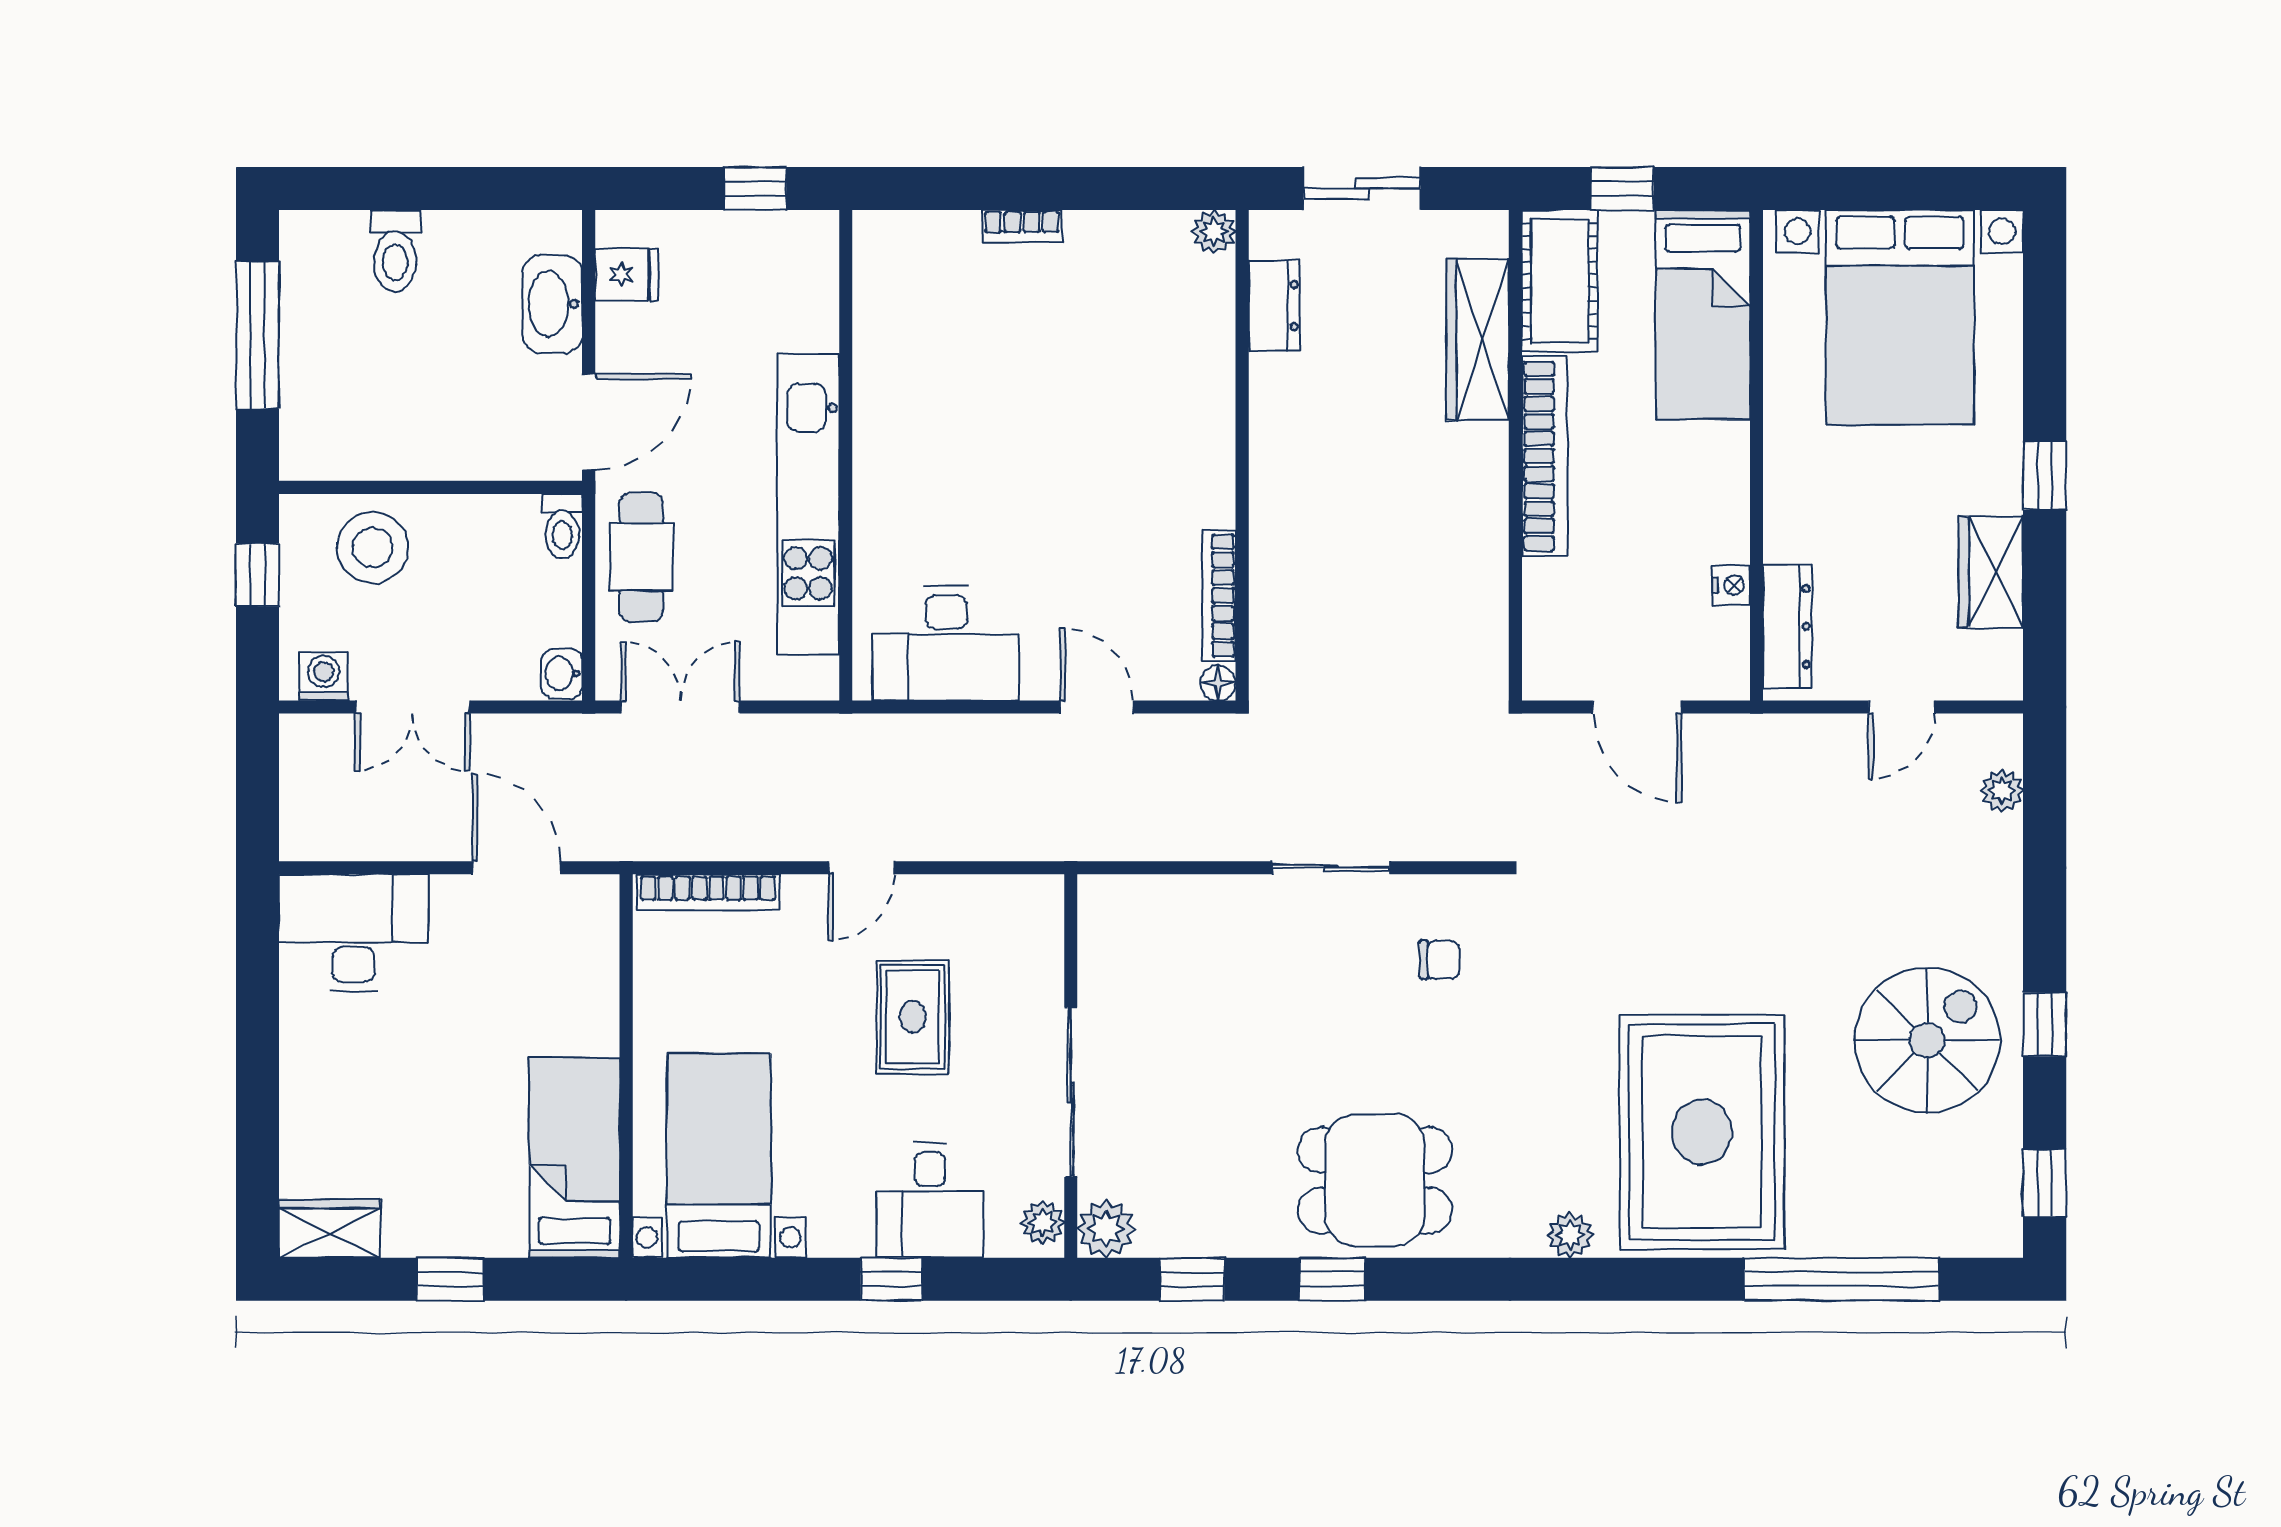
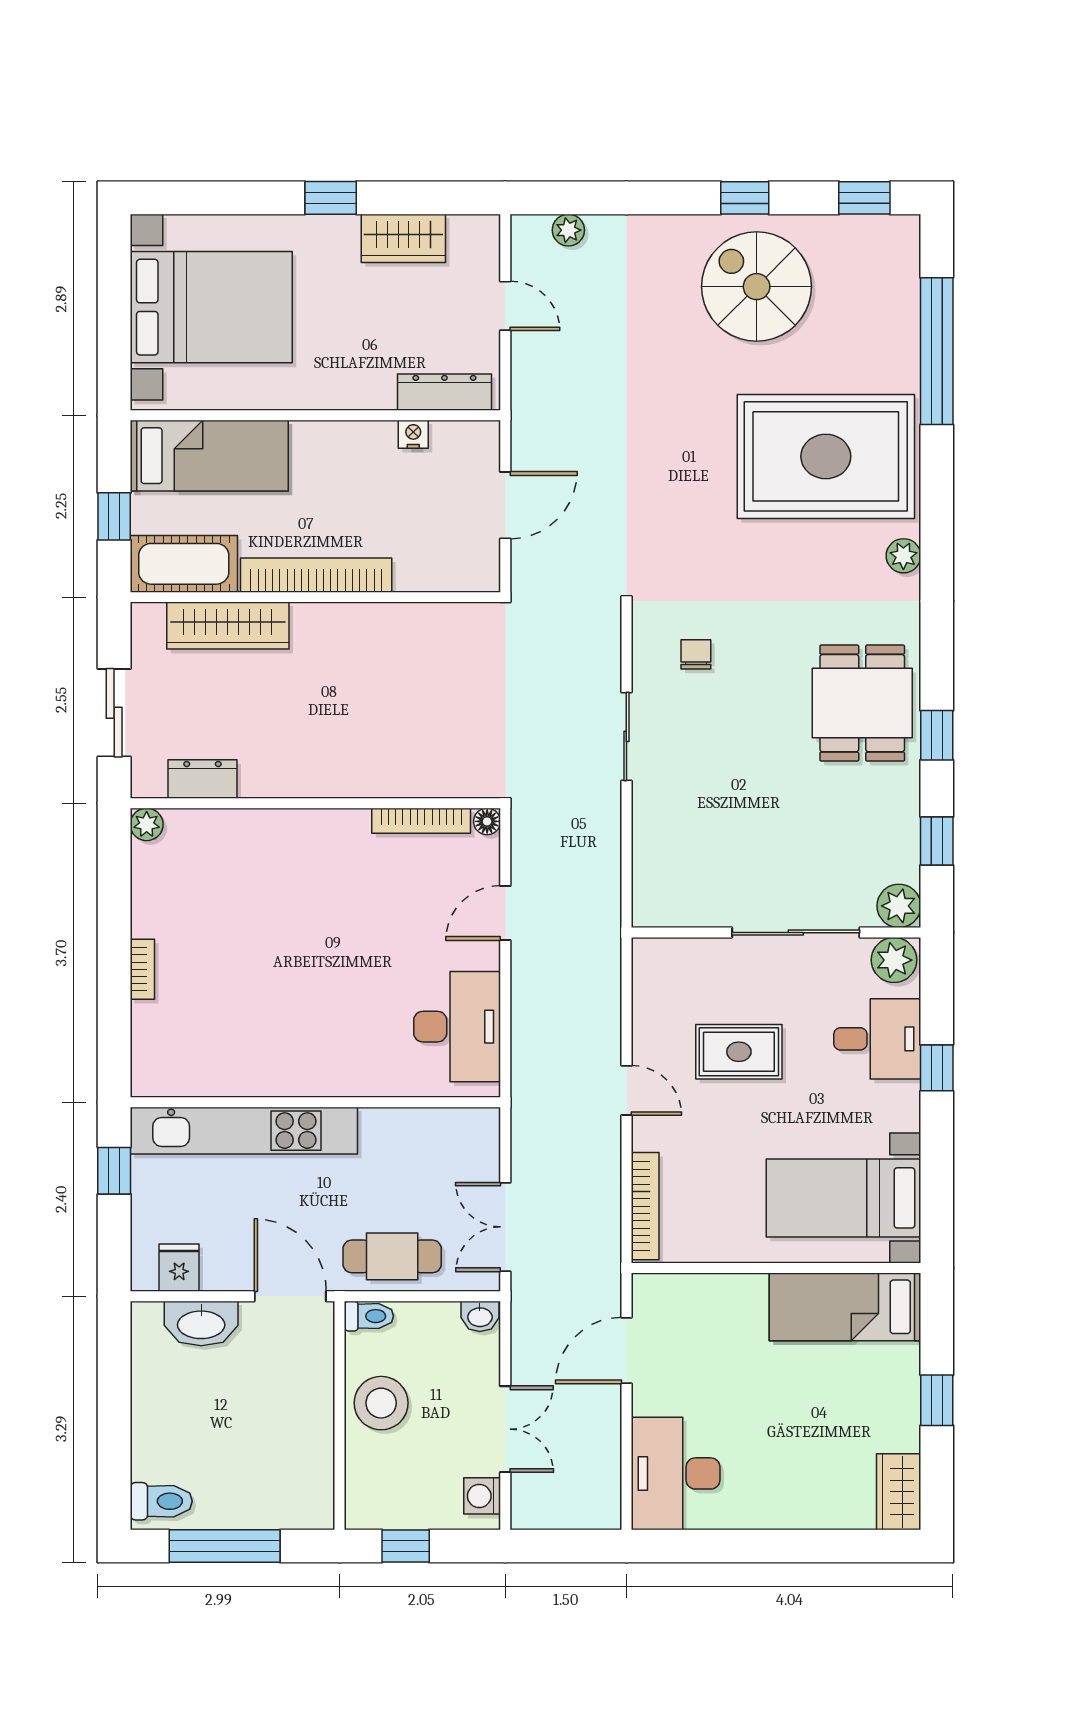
toilet: (395, 251) -> (161, 1501), moved
kitchen unit: (808, 504) -> (244, 1131), moved
stool: (373, 547) -> (381, 1403), moved
plant: (1042, 1222) -> (894, 960), width x1.38, depth x1.38

